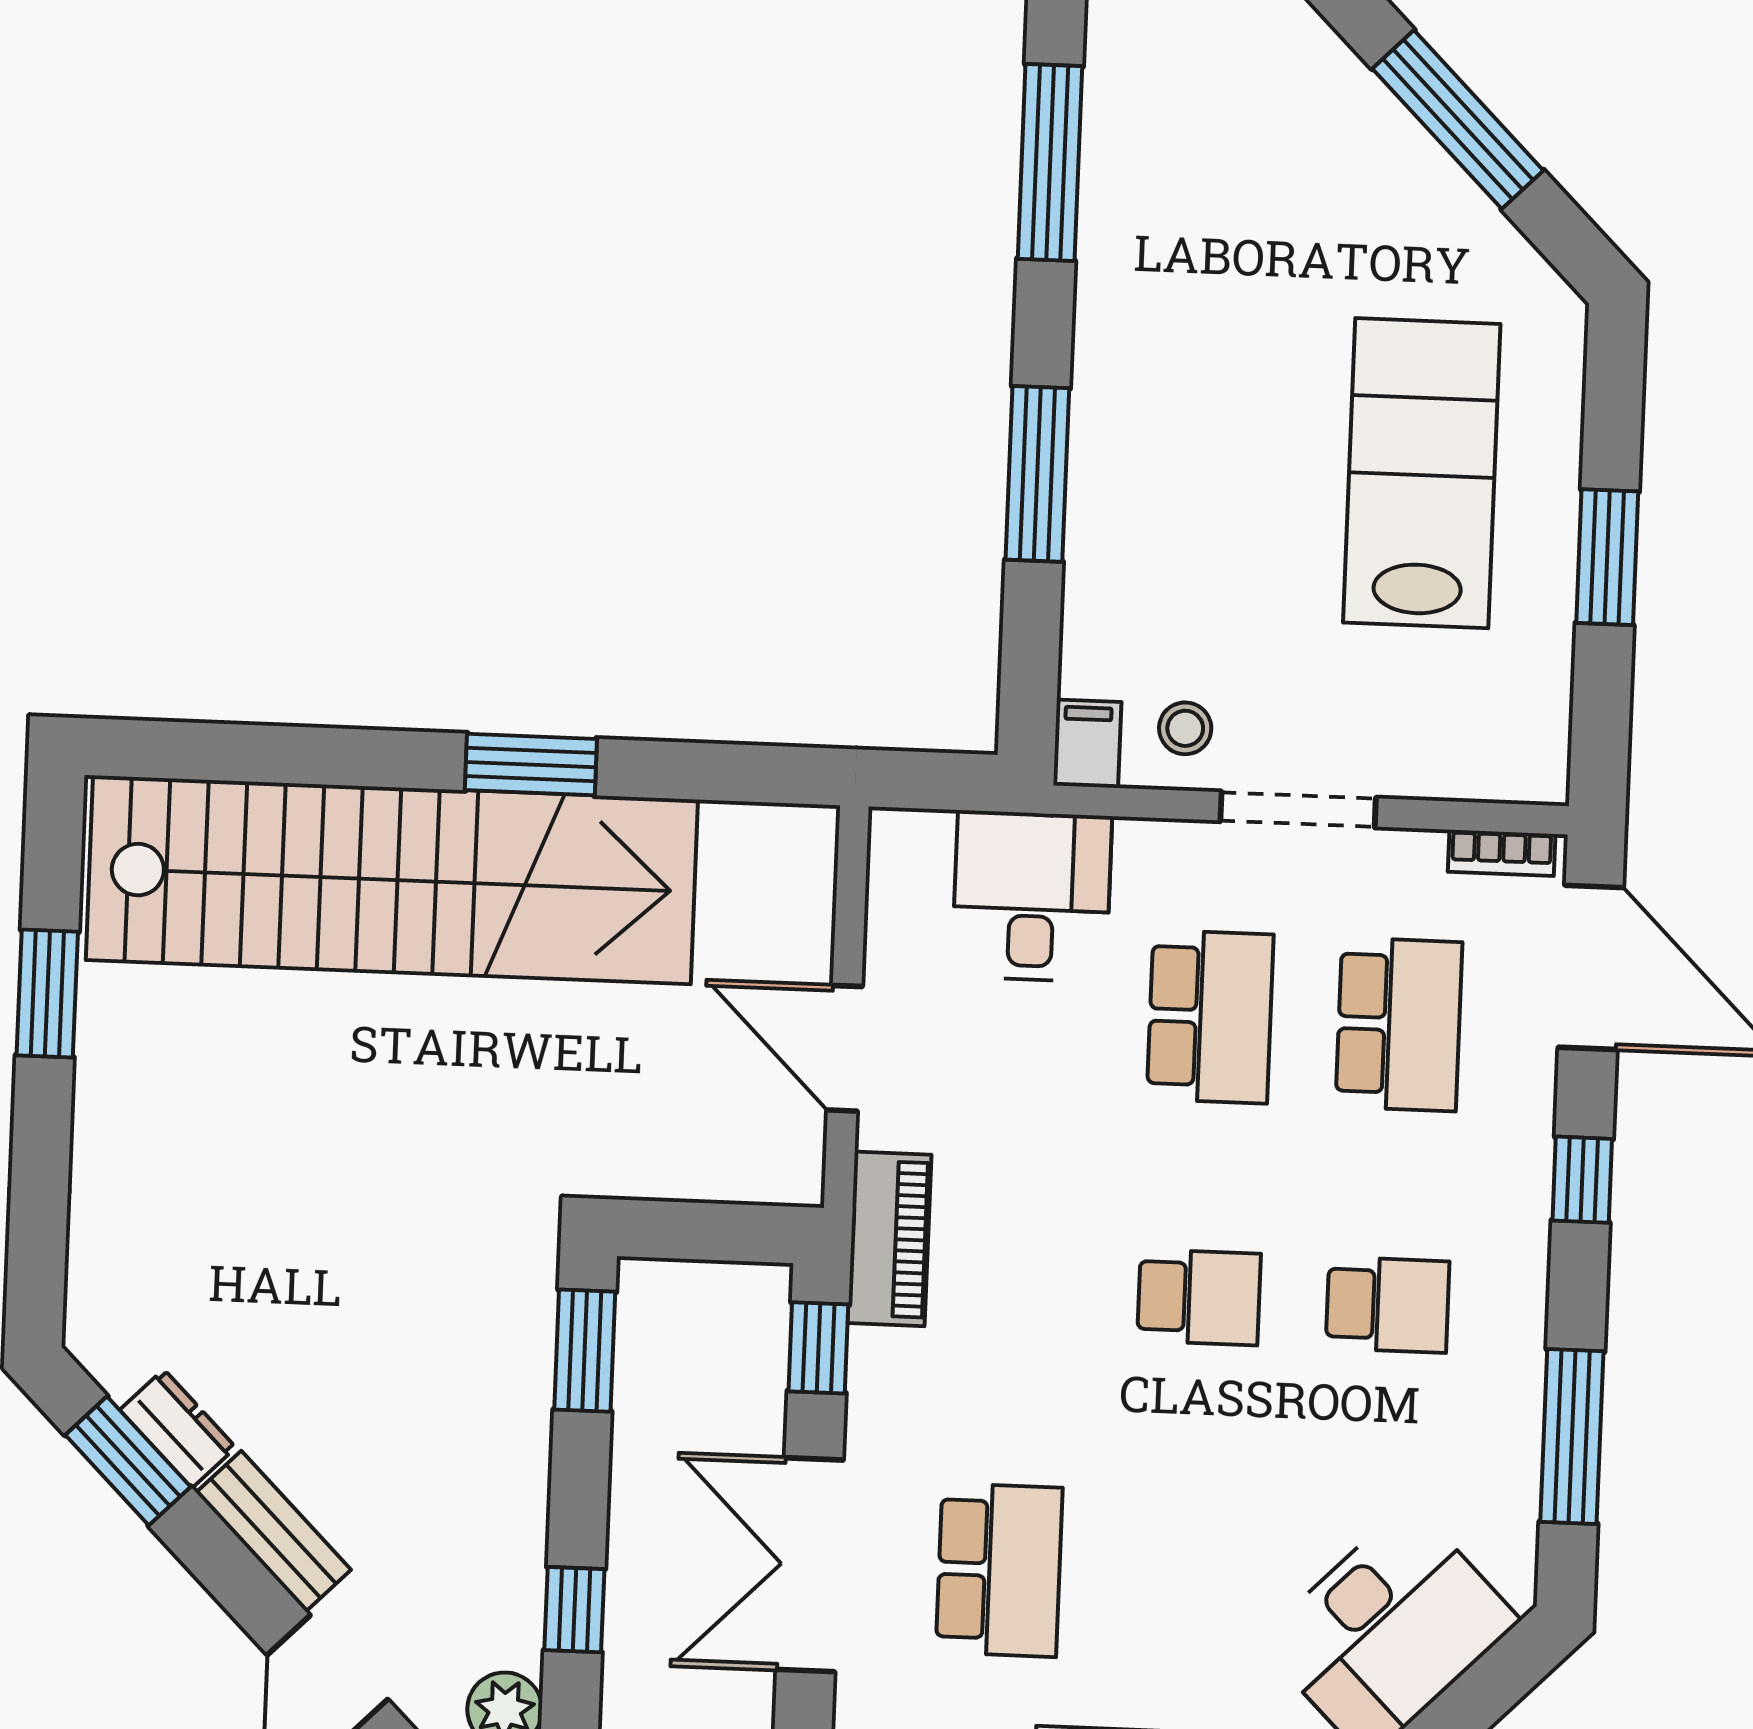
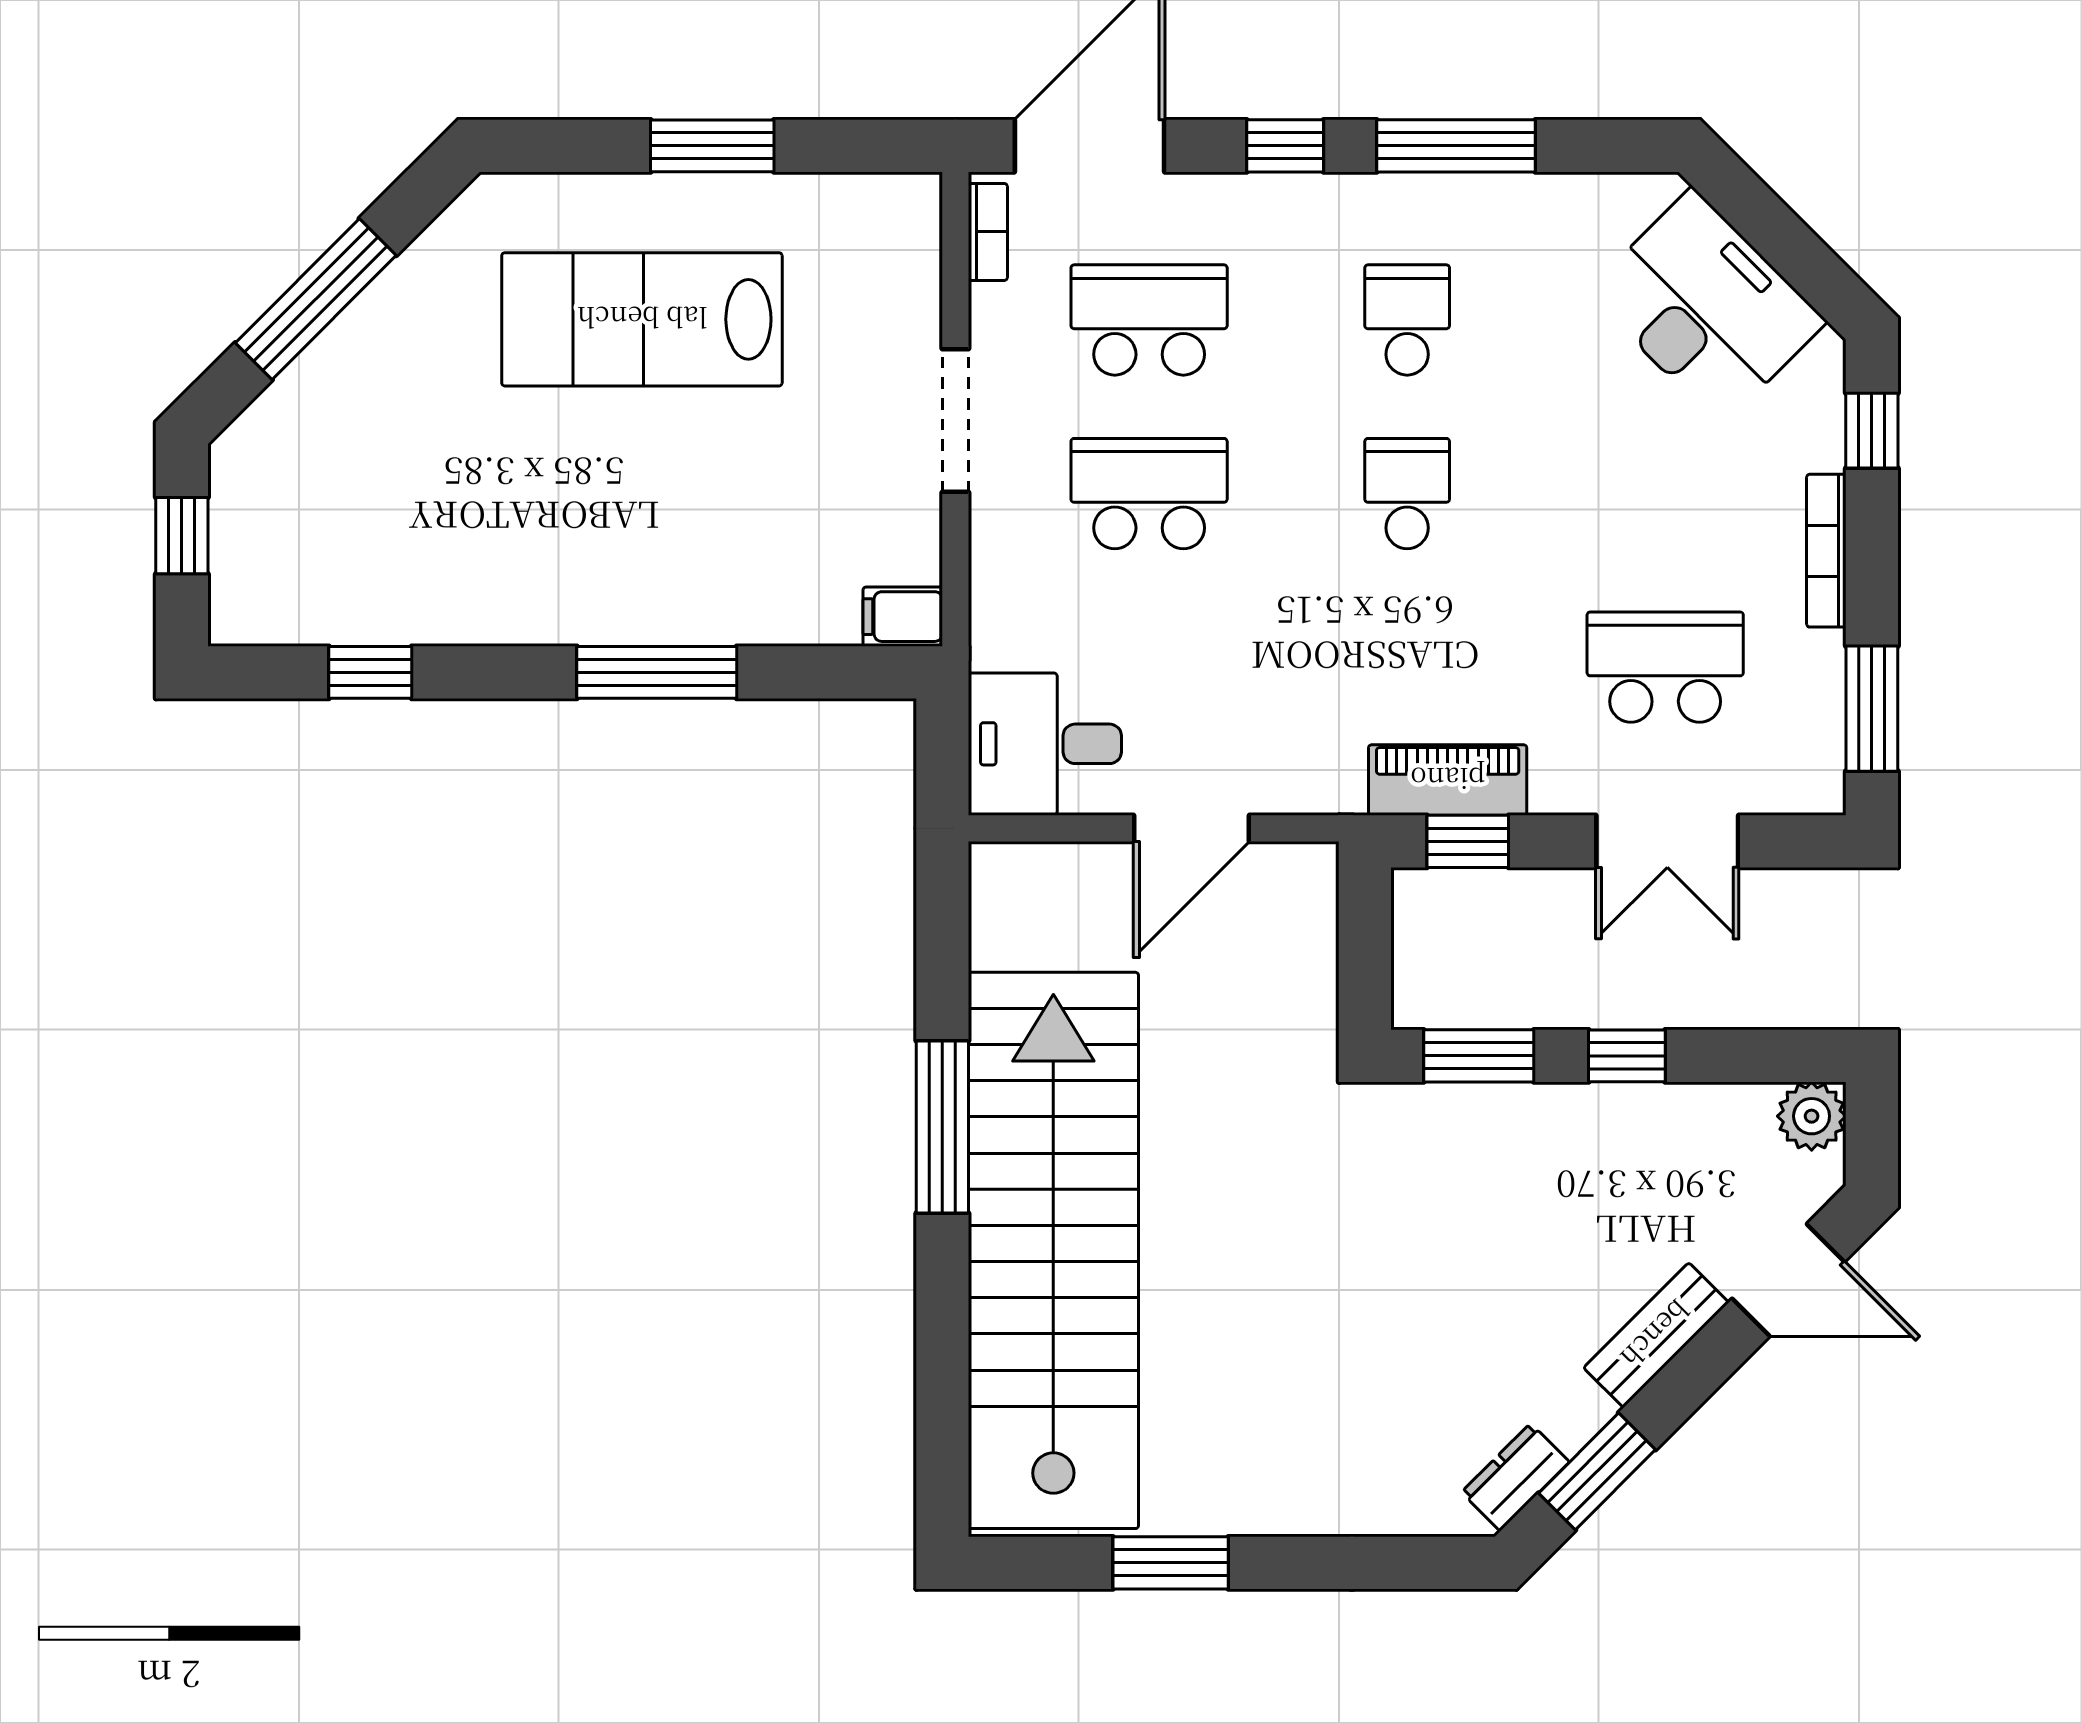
window: (1050, 162) -> (370, 672), width x0.46
stool: (1185, 728) -> (885, 527), removed
window: (531, 764) -> (942, 1127), width x1.44
desk: (1032, 896) -> (1045, 744), moved
piano: (890, 1239) -> (1448, 780), moved
dresser: (178, 1429) -> (1515, 1477), moved
window: (1572, 1437) -> (1456, 146), moved
double door: (810, 1565) -> (1667, 841), width x0.73
window: (574, 1610) -> (1627, 1056), moved

